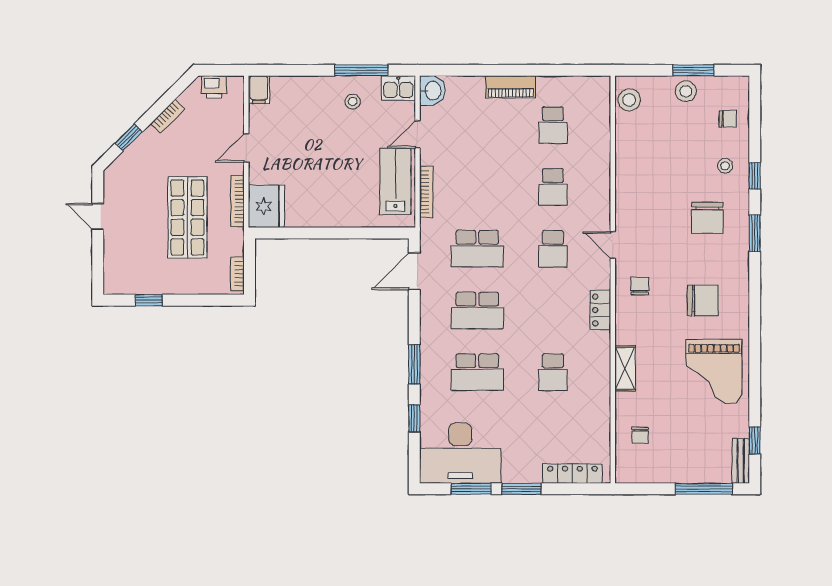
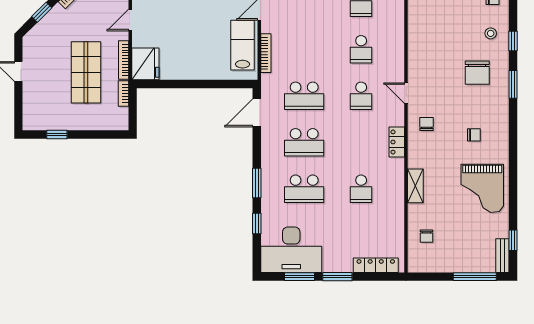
bookcase: (237, 274) -> (123, 94), moved
chair: (703, 300) -> (474, 135), width x0.54, depth x0.54

